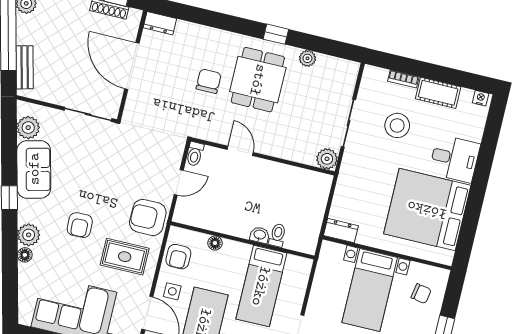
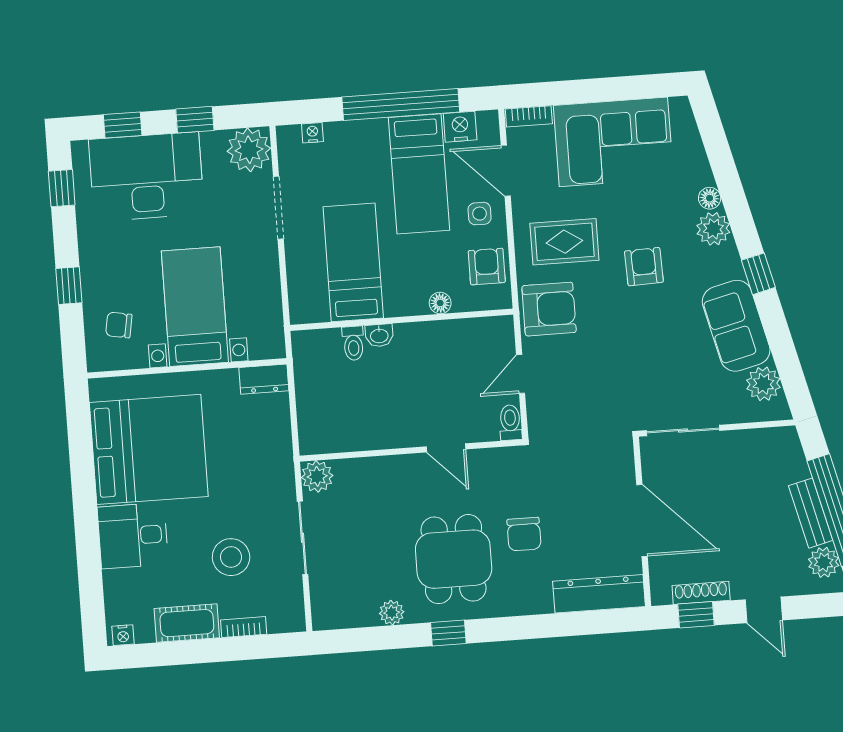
dresser: (160, 23) -> (599, 594), width x1.96, depth x1.24
bench: (25, 67) -> (811, 513), moved

